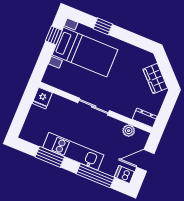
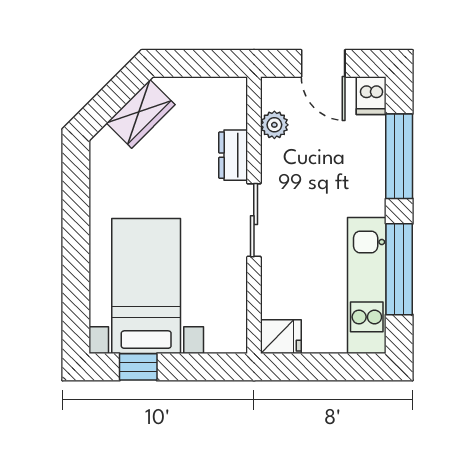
window: (103, 26) -> (76, 271), removed
dresser: (145, 118) -> (233, 155), moved
kitchen unit: (73, 151) -> (367, 286), moved
window: (50, 157) -> (399, 269), width x1.44

